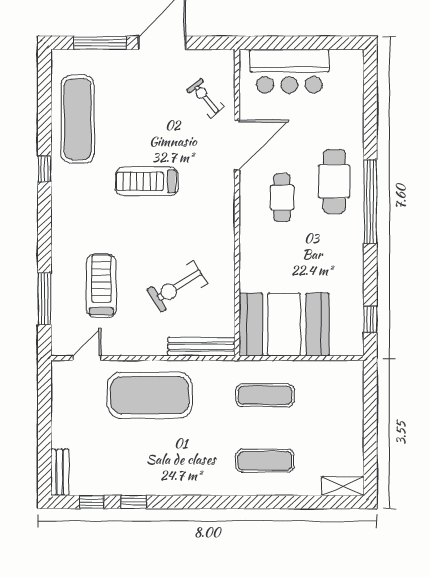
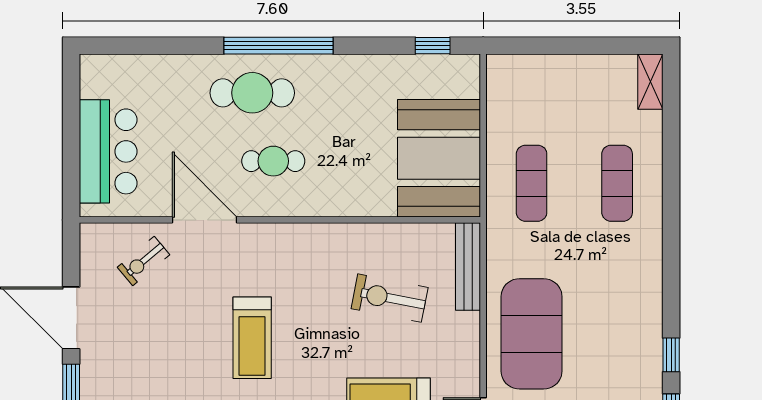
exercise bike: (177, 287) -> (390, 298), turned 133

